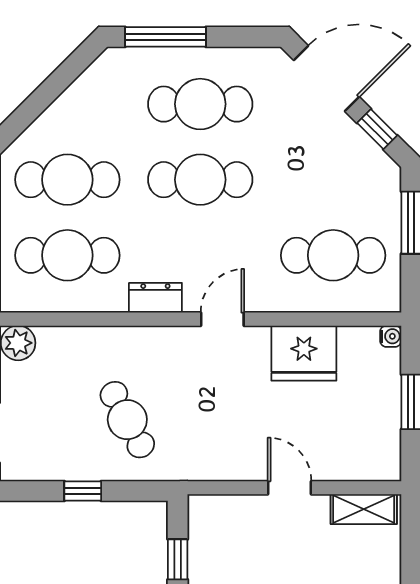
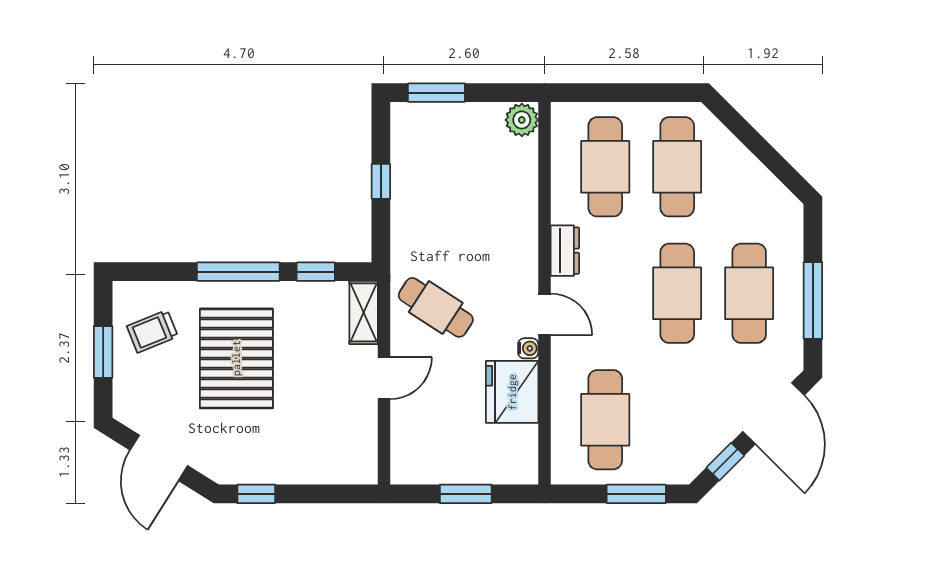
window: (166, 37) -> (813, 301), moved
water cooler: (391, 336) -> (528, 348), moved, turned -90
cafe table: (127, 420) -> (436, 307), moved, turned 61
shelving: (364, 509) -> (364, 312), moved

